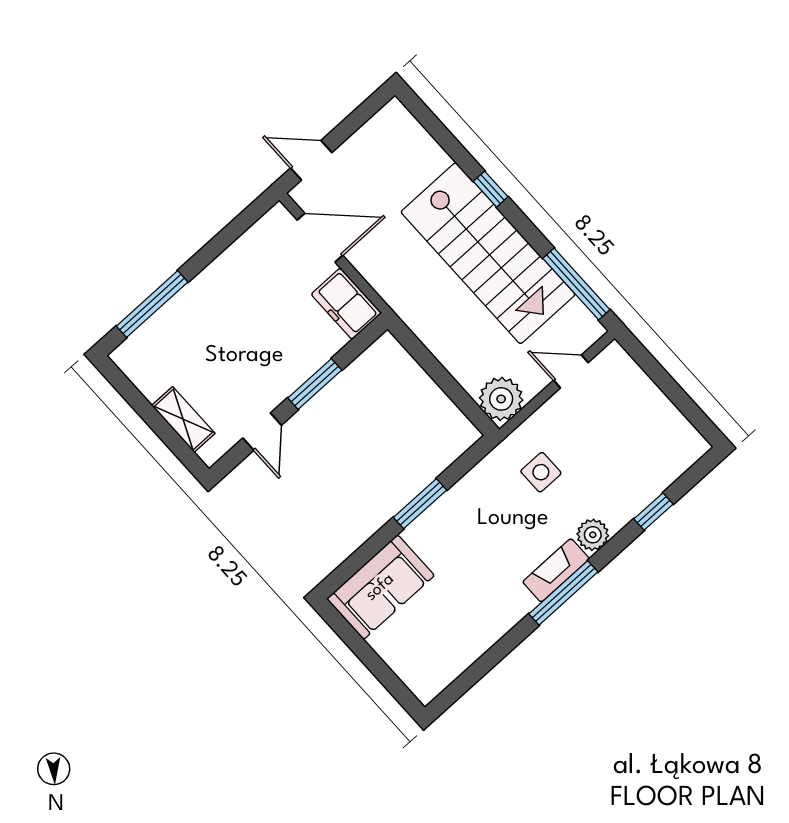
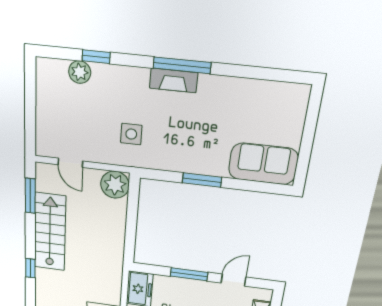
stairs: (488, 253) -> (50, 232), width x0.73, depth x0.66
window: (576, 284) -> (30, 196), width x0.69
plant: (593, 535) -> (80, 72), moved

